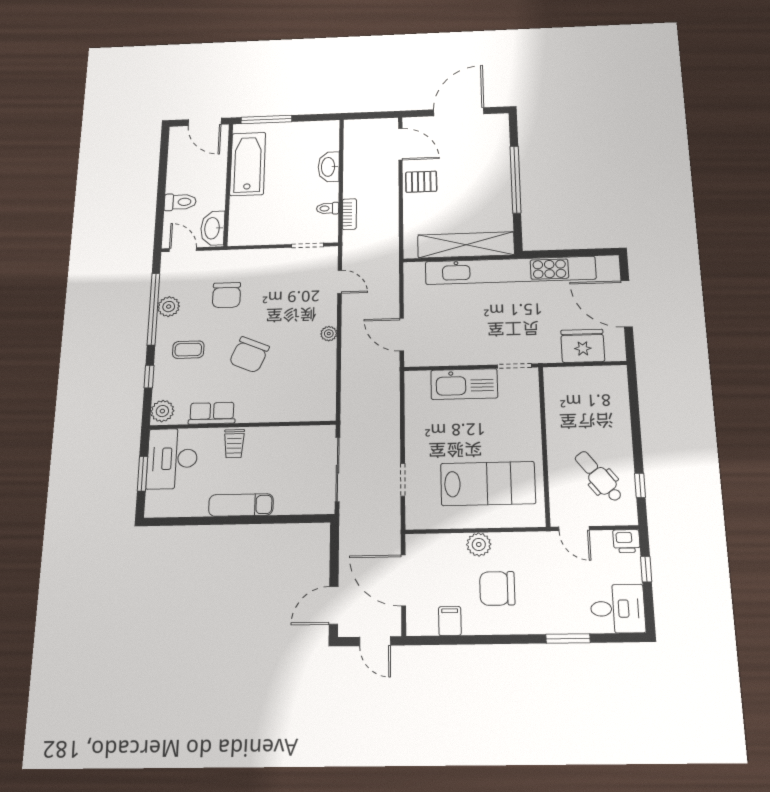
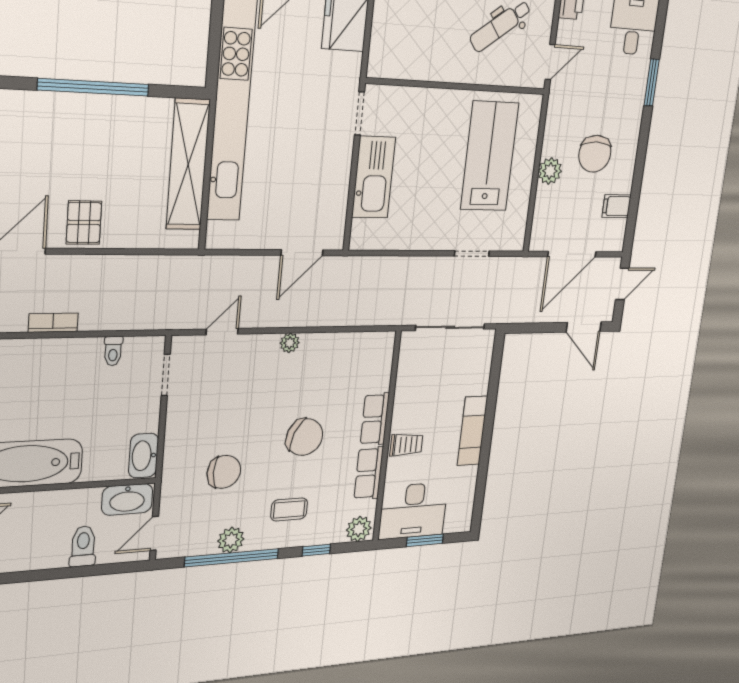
washbasin: (329, 167) -> (144, 456), moved, turned 90
bookcase: (349, 214) -> (53, 323), moved
coffee table: (188, 350) -> (289, 509), turned 90
row of seats: (260, 412) -> (375, 419), added

